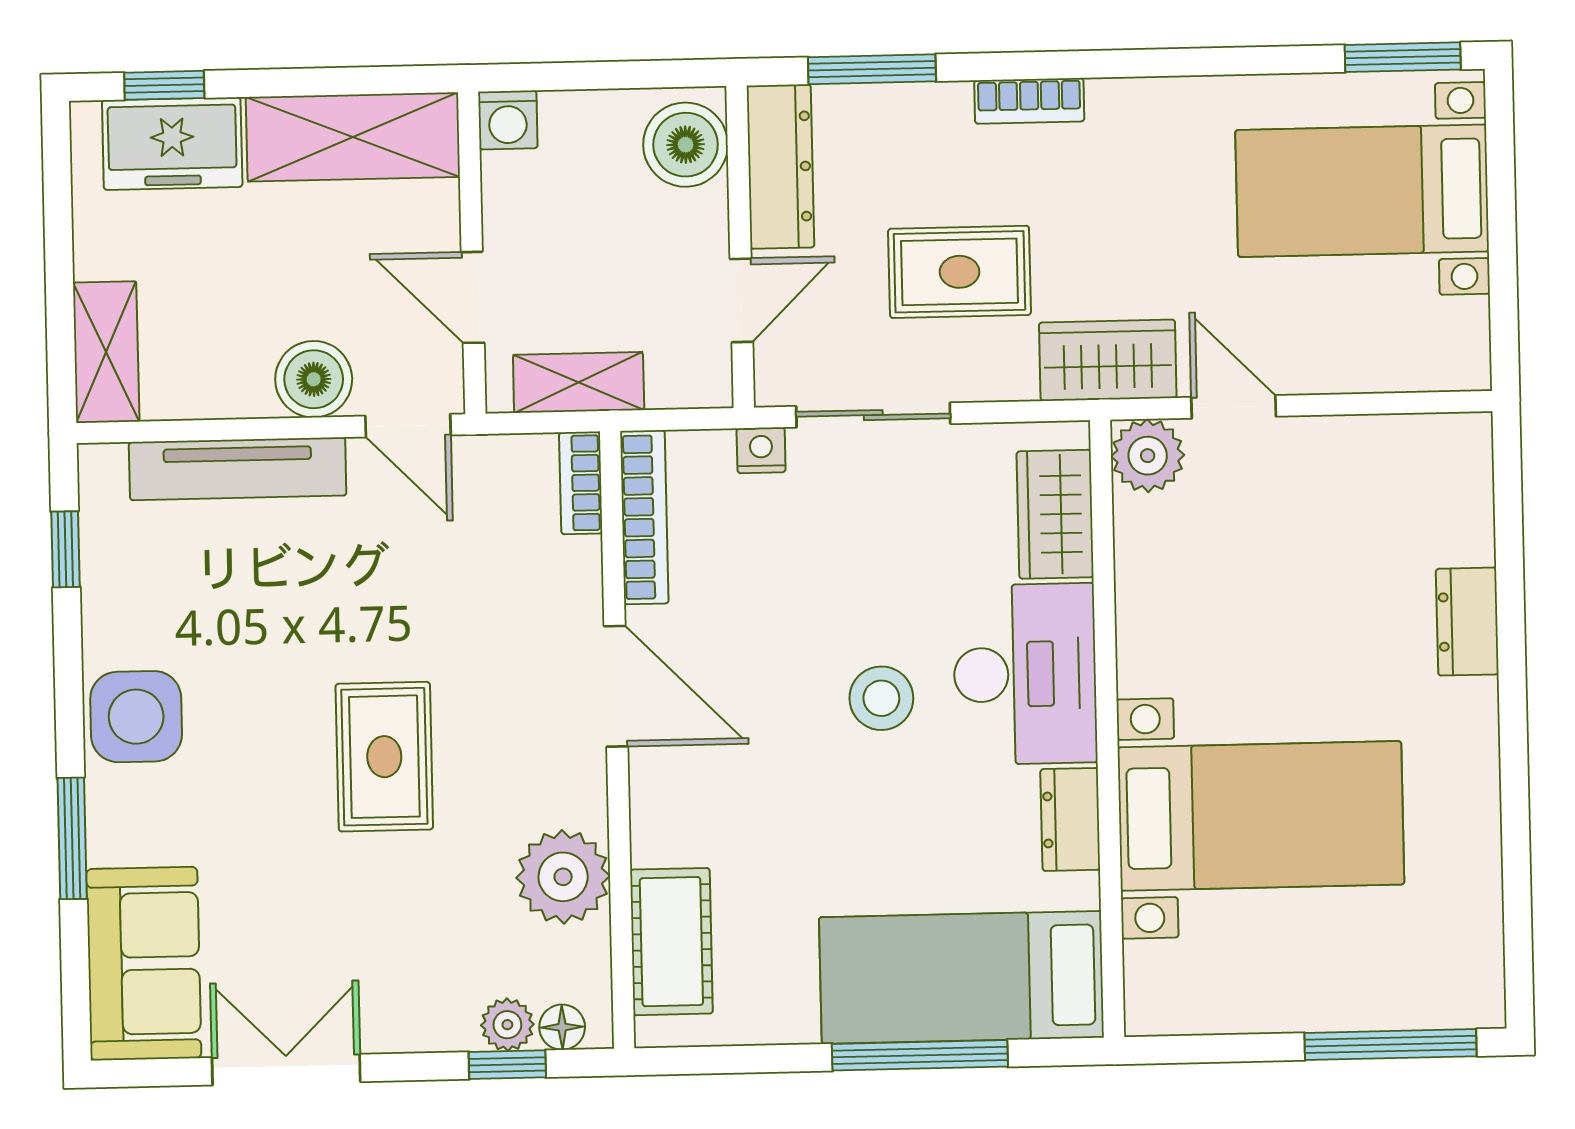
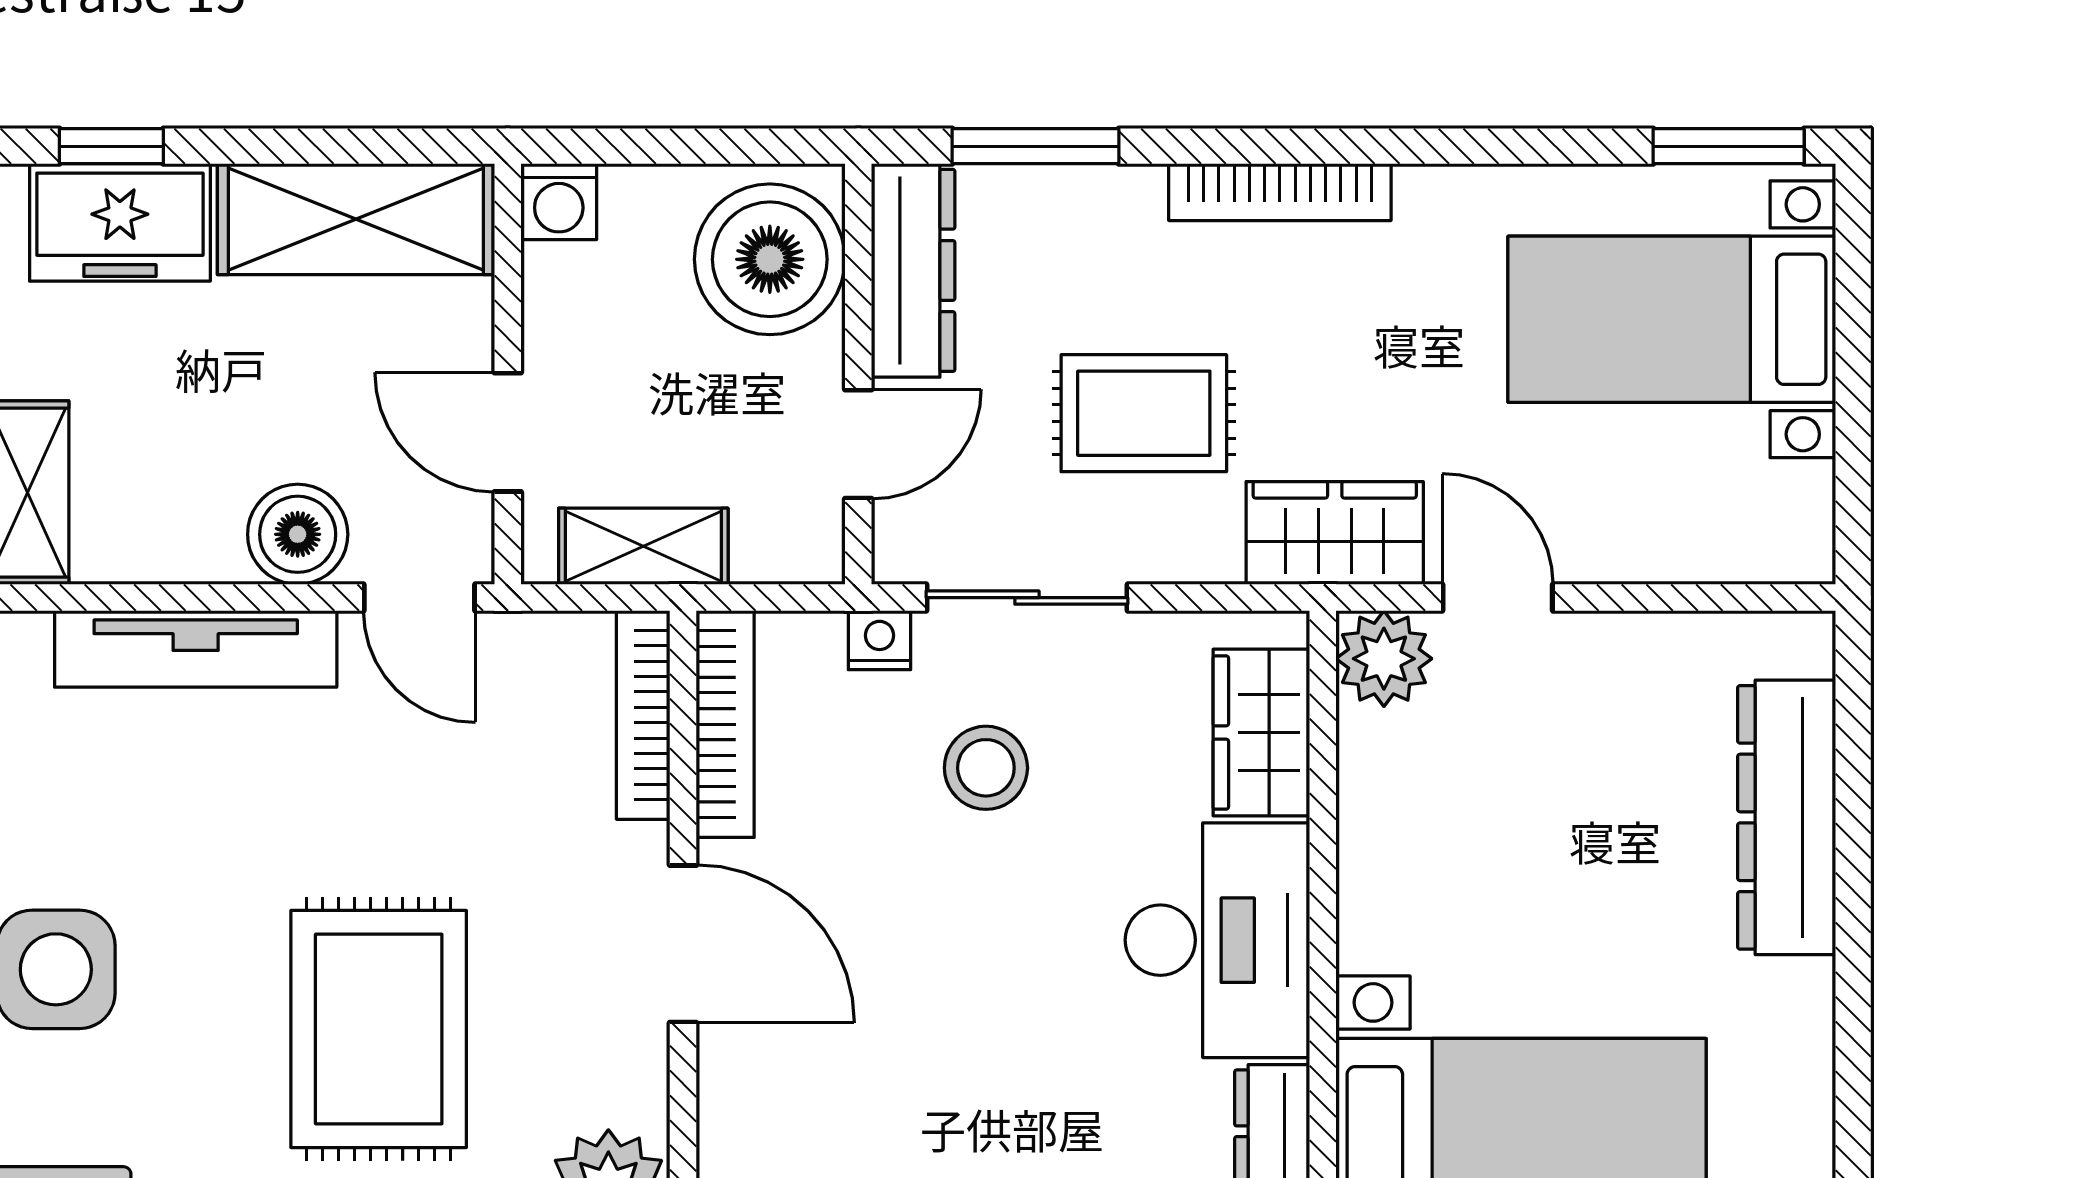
bookcase: (1029, 101) -> (1280, 192), width x1.56
boiler: (686, 145) -> (770, 259), width x1.37, depth x1.37
bookcase: (581, 483) -> (643, 715), width x1.56
dresser: (1467, 622) -> (1787, 817), width x1.96, depth x1.24
stool: (881, 698) -> (986, 768), moved
rug: (384, 757) -> (379, 1029), width x1.36, depth x1.43

